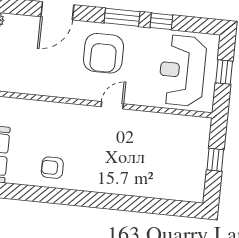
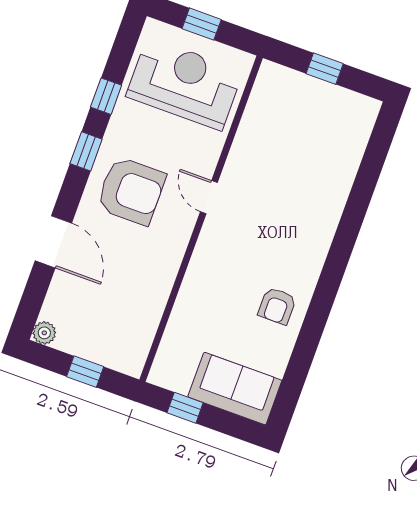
window: (122, 17) -> (86, 151), width x0.67
reception desk: (182, 71) -> (184, 84), turned 180

